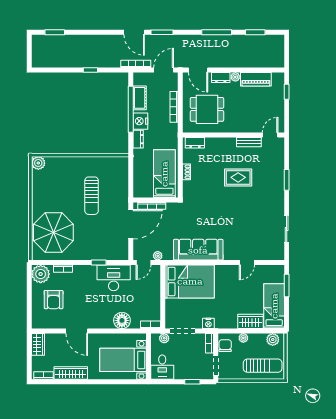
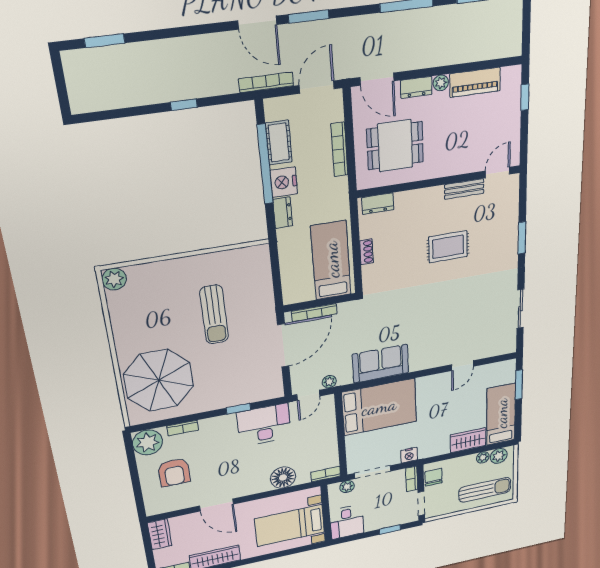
sofa: (198, 250) -> (381, 364), width x0.73
plant: (243, 338) -> (483, 457), moved

